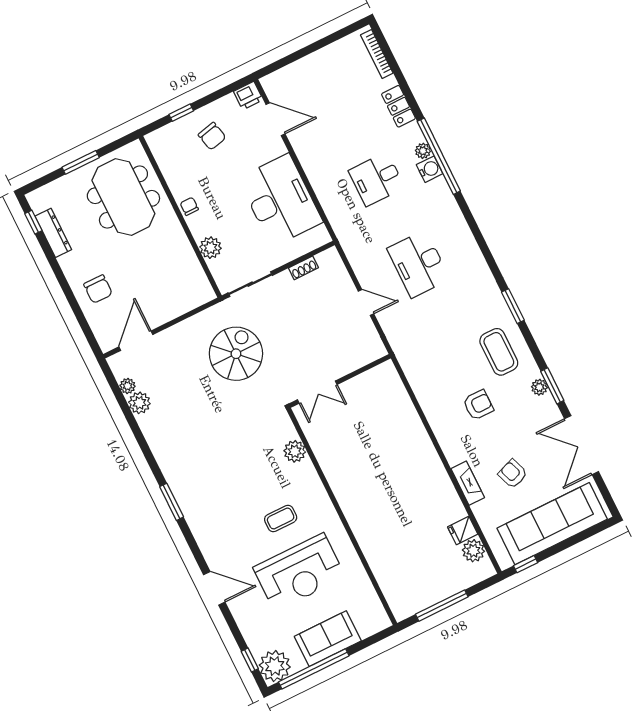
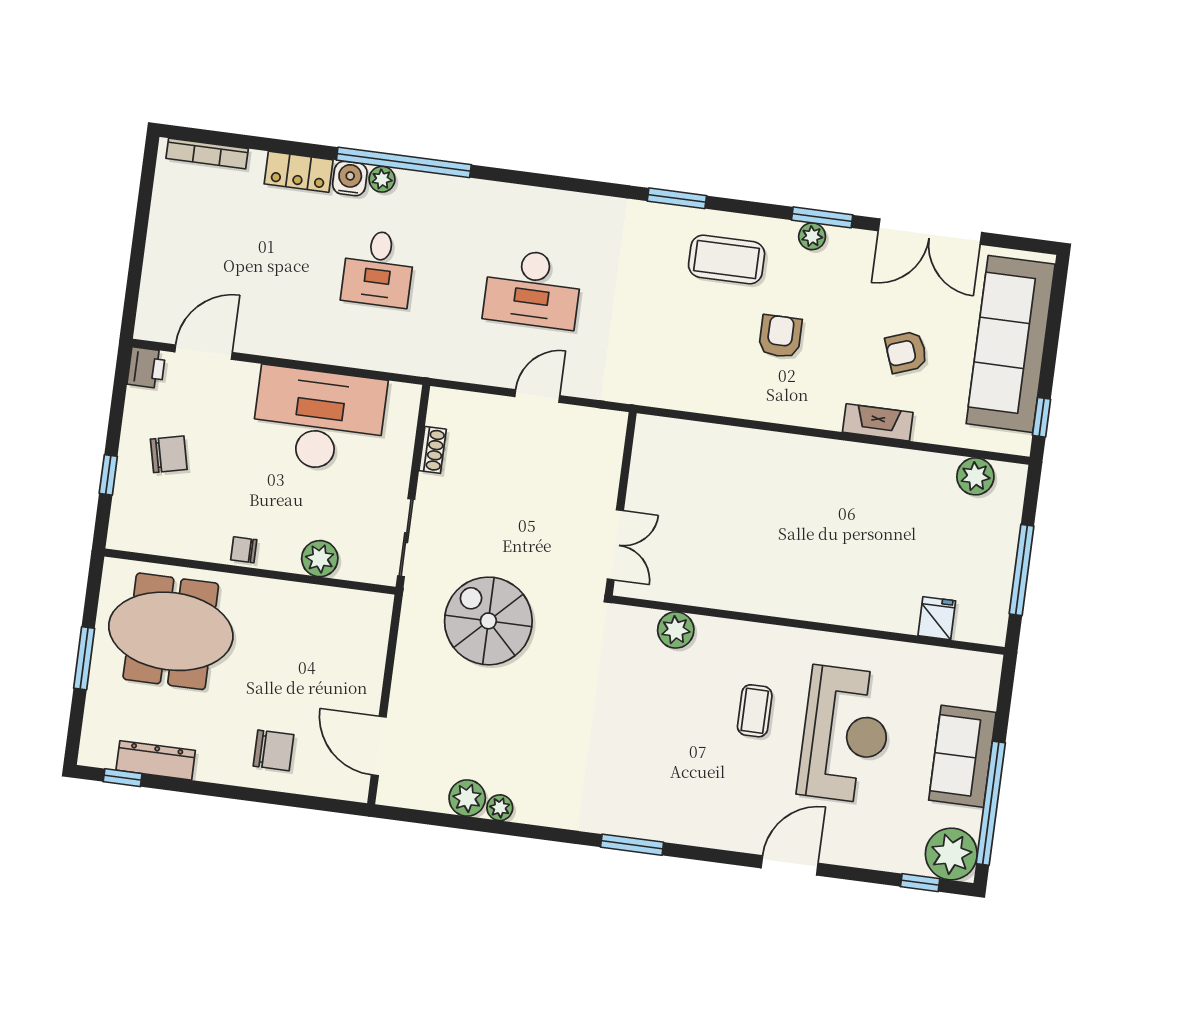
water cooler: (430, 169) -> (350, 179), moved
plant: (128, 386) -> (500, 808), moved
fridge: (463, 531) -> (937, 618), moved, turned 180

